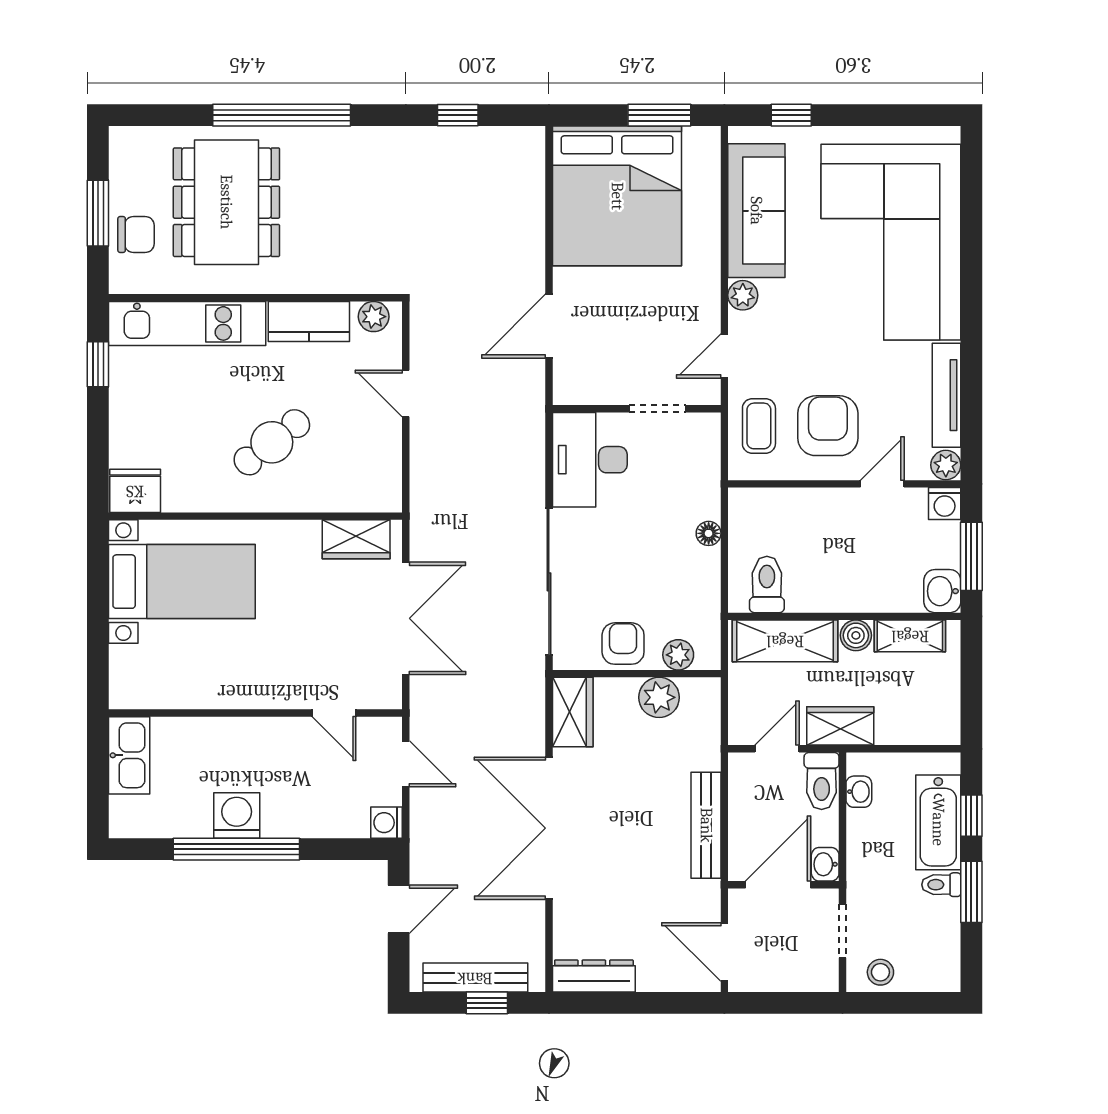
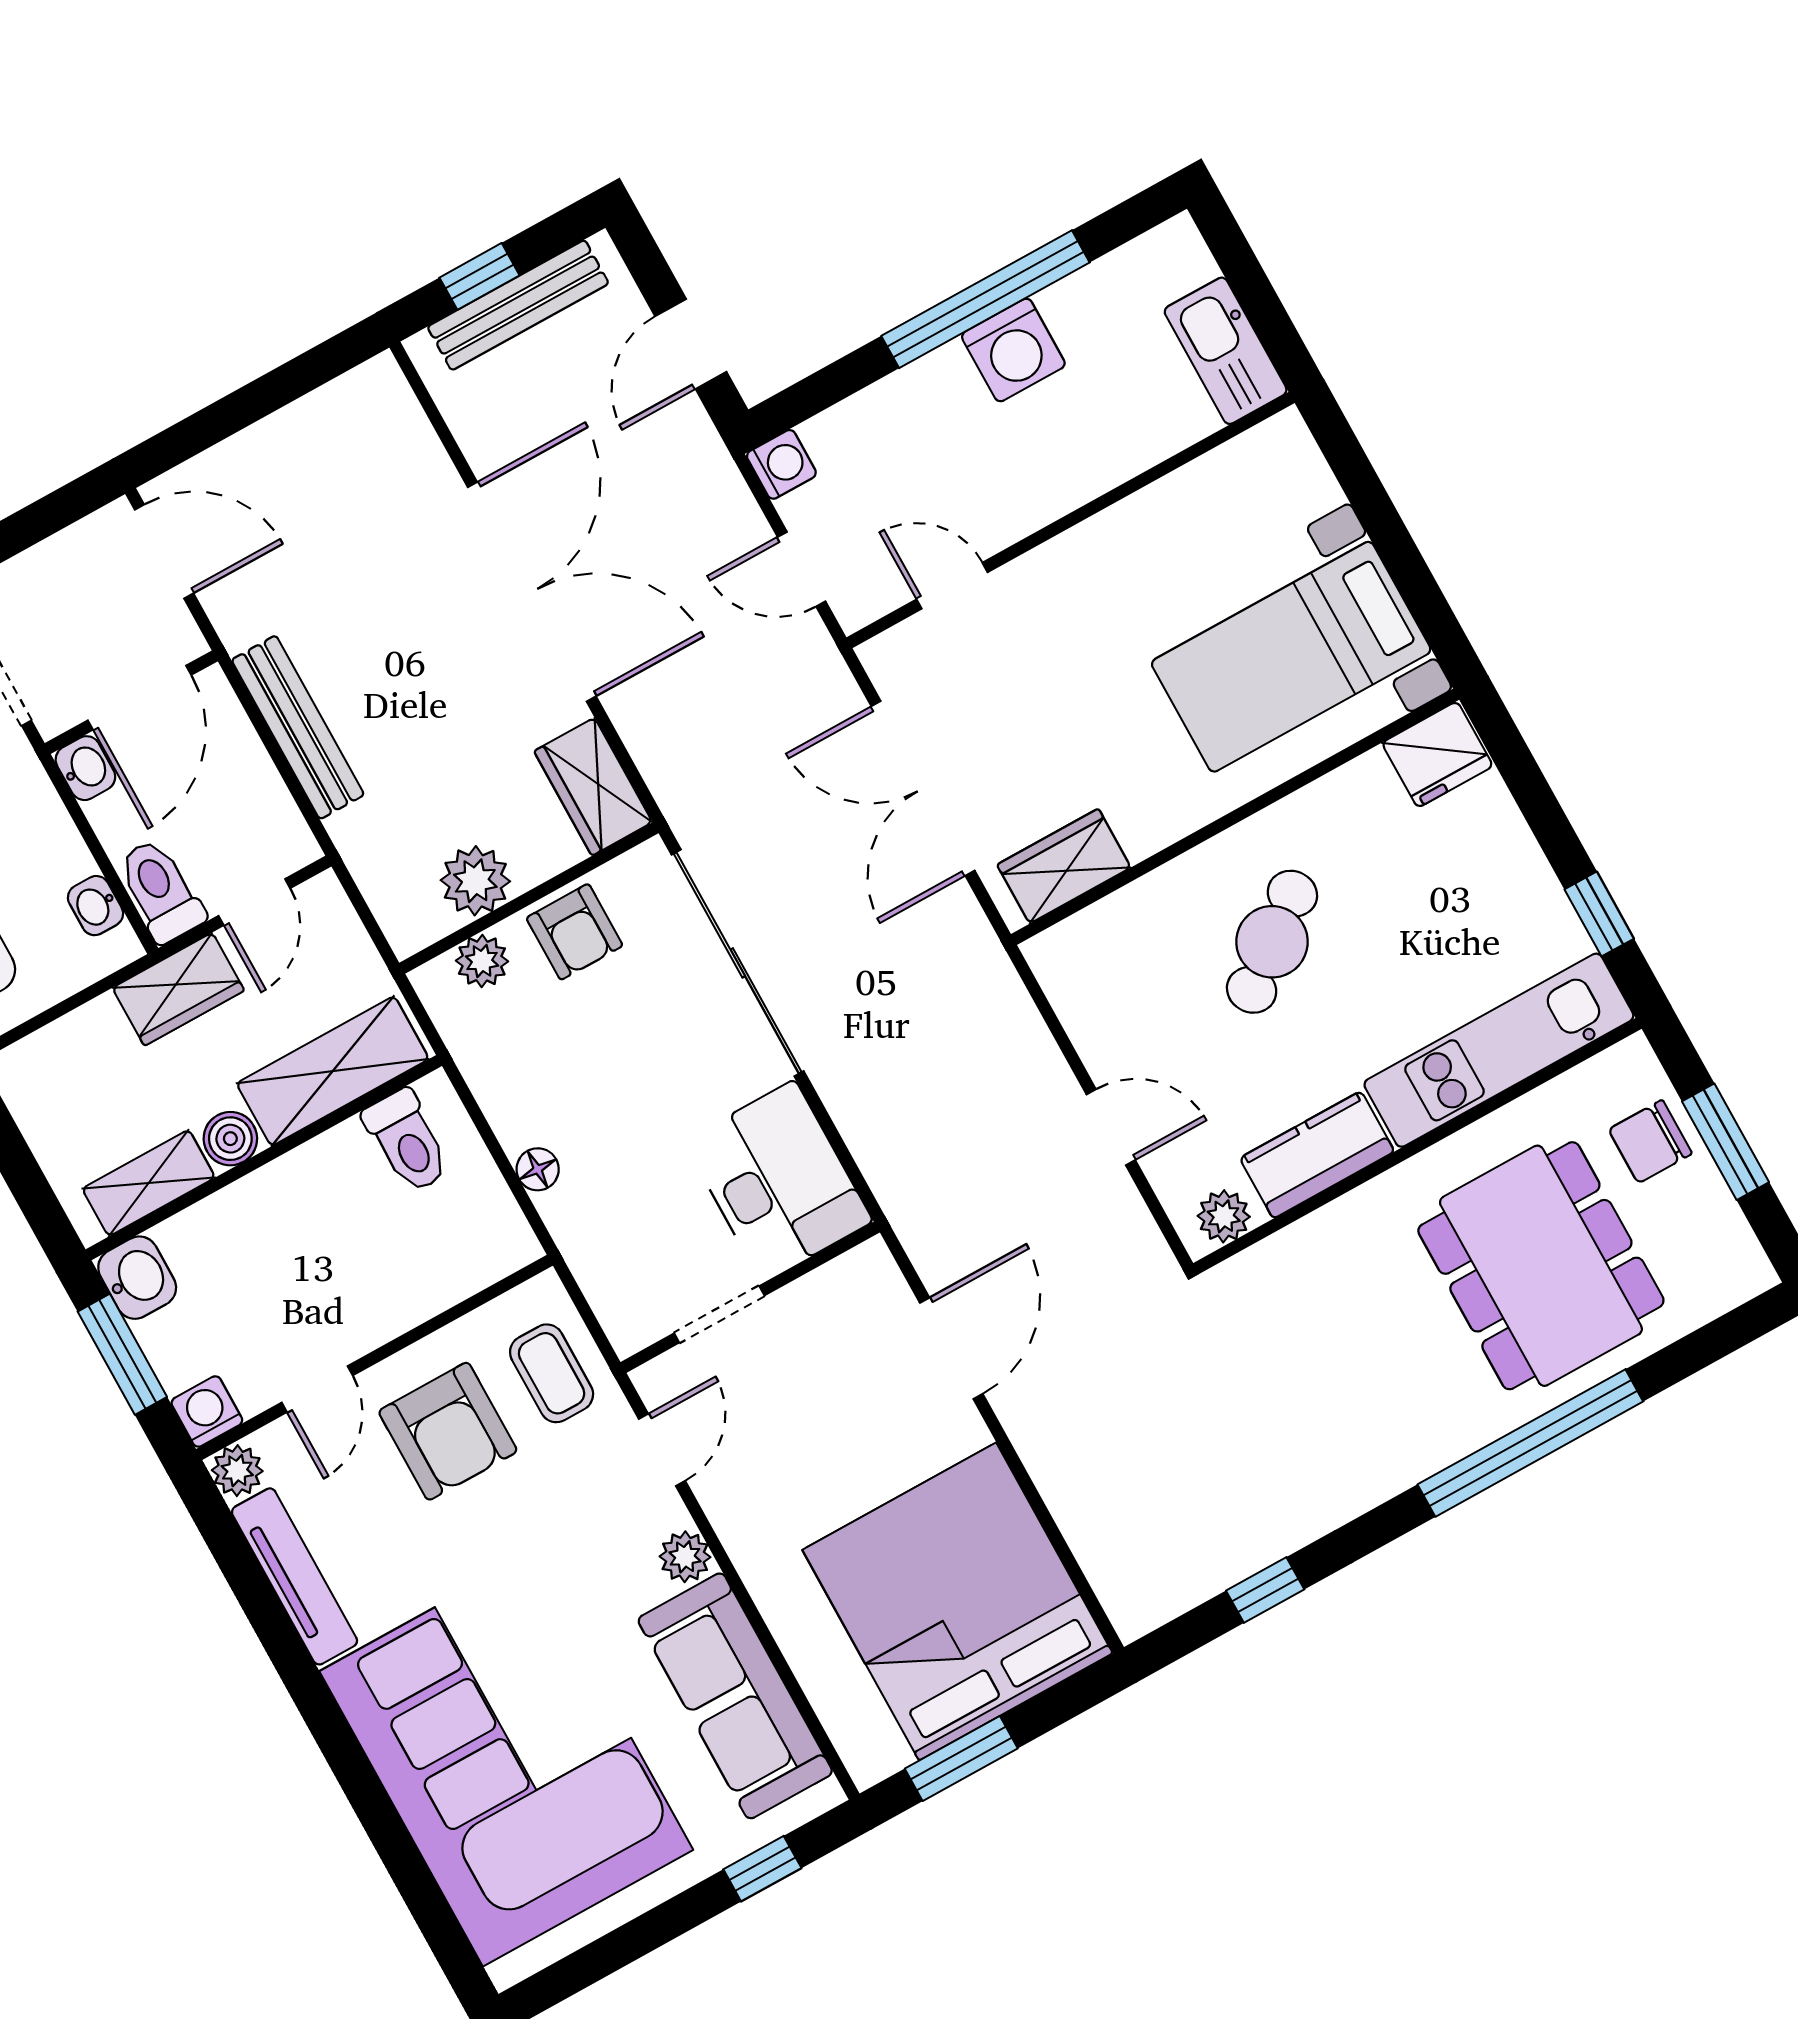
dresser: (594, 976) -> (341, 406), removed

